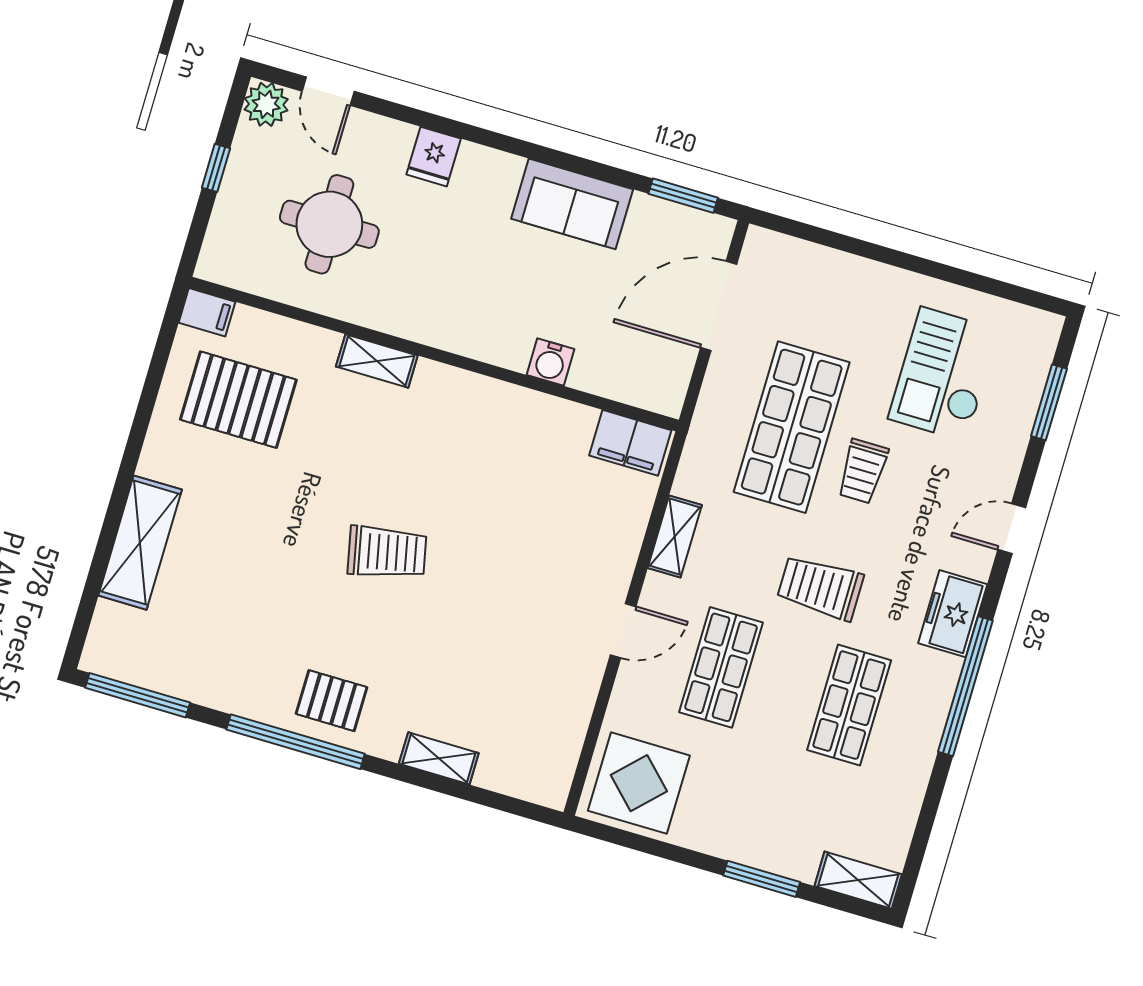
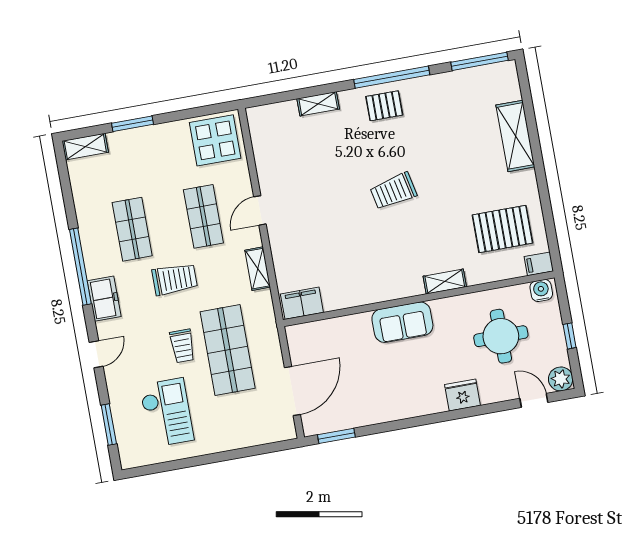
fridge: (434, 157) -> (462, 395), width x1.38
sofa: (572, 204) -> (402, 322), moved, turned 180
water cooler: (550, 362) -> (541, 290), moved
trolley: (863, 471) -> (182, 346), turned 180

